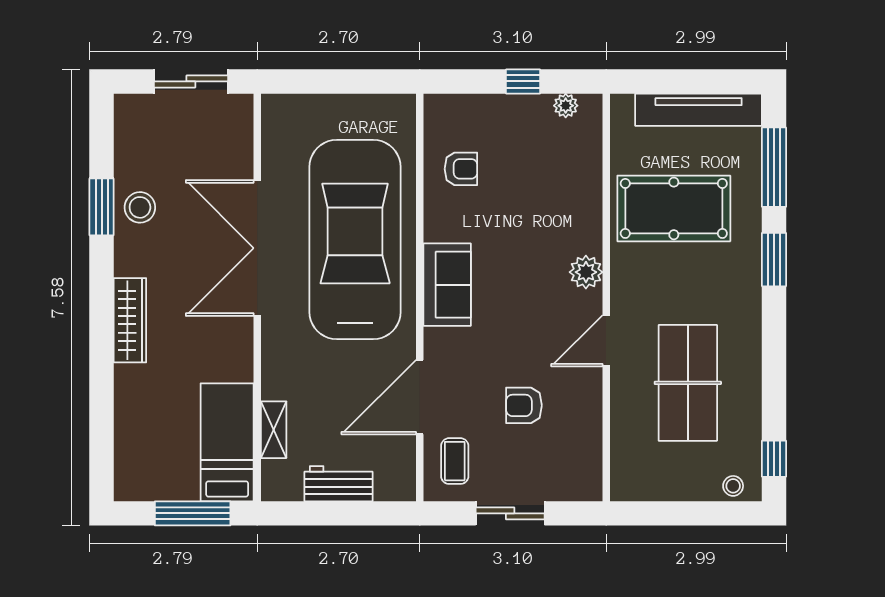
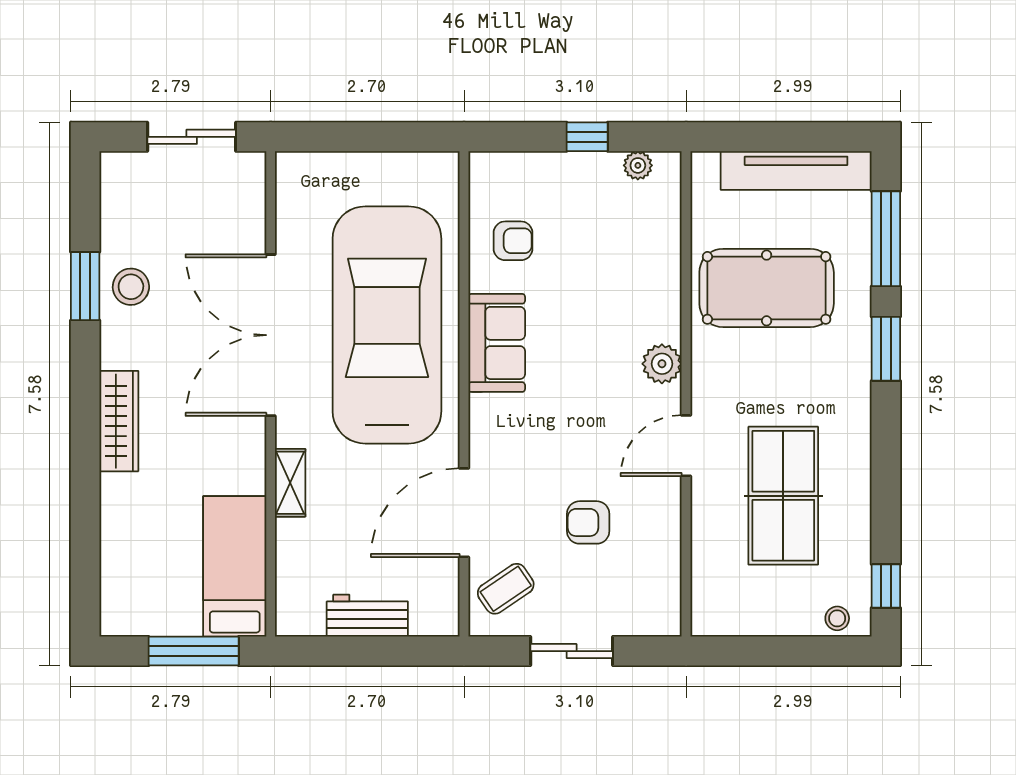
sofa: (447, 285) -> (497, 343), moved
shelving: (274, 430) -> (290, 483), moved
coffee table: (455, 461) -> (506, 589), turned 56

